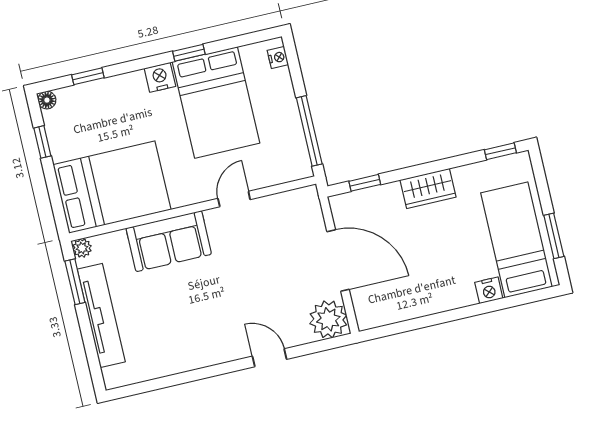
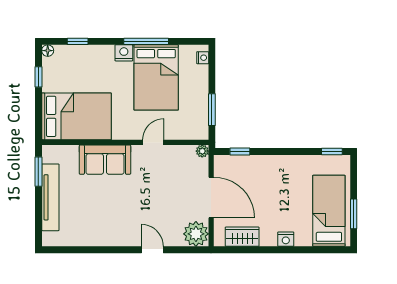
window: (189, 53) -> (146, 41), width x2.17
window: (309, 131) -> (212, 110), width x0.69
wardrobe: (428, 188) -> (242, 237), moved, turned 180
plant: (82, 248) -> (202, 151), moved
nightstand: (489, 290) -> (286, 239), moved

